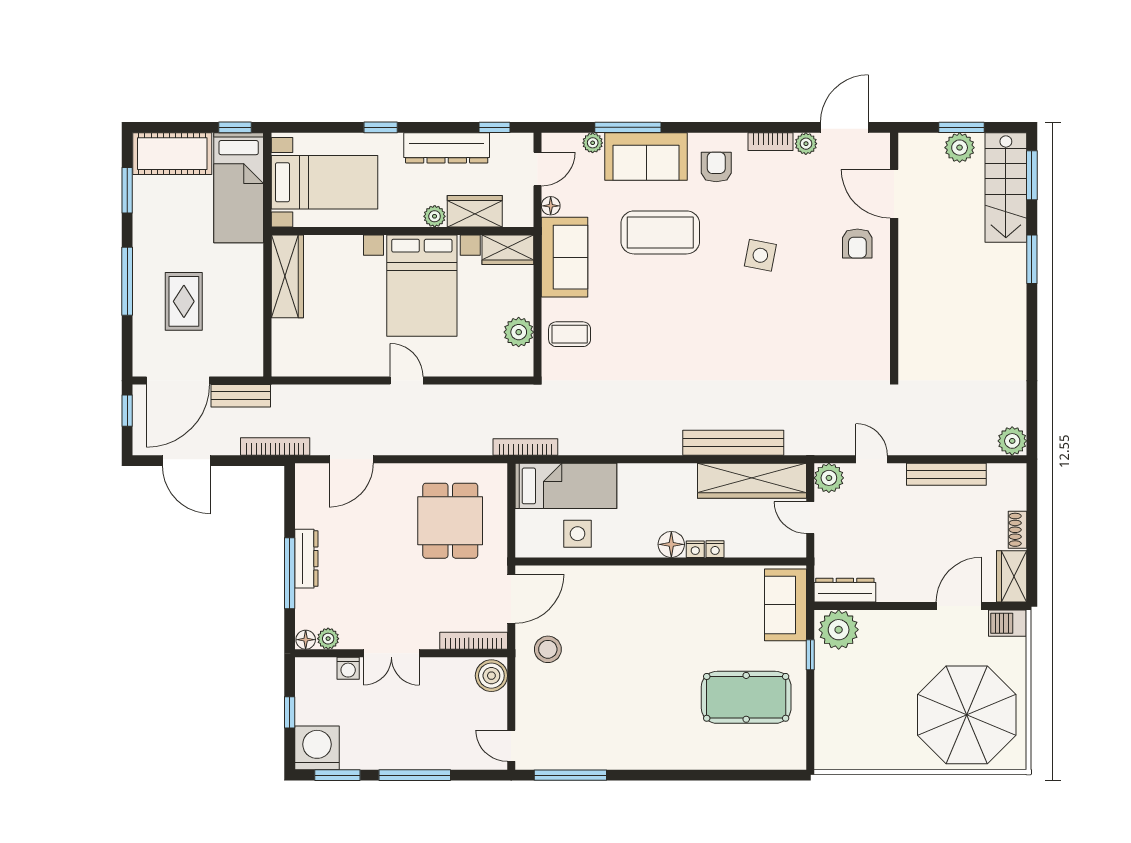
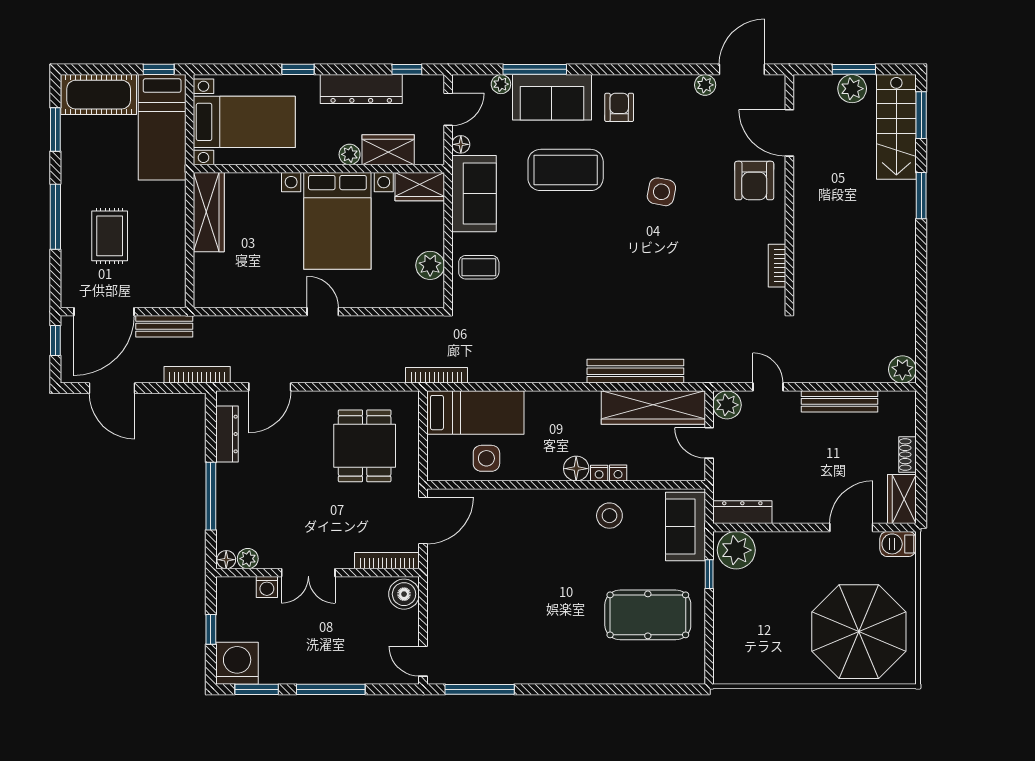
bookcase: (771, 142) -> (777, 266), moved, turned 90
armchair: (857, 244) -> (754, 181), width x1.38, depth x1.38
dresser: (306, 559) -> (227, 434), moved
stool: (548, 649) -> (609, 516), moved

